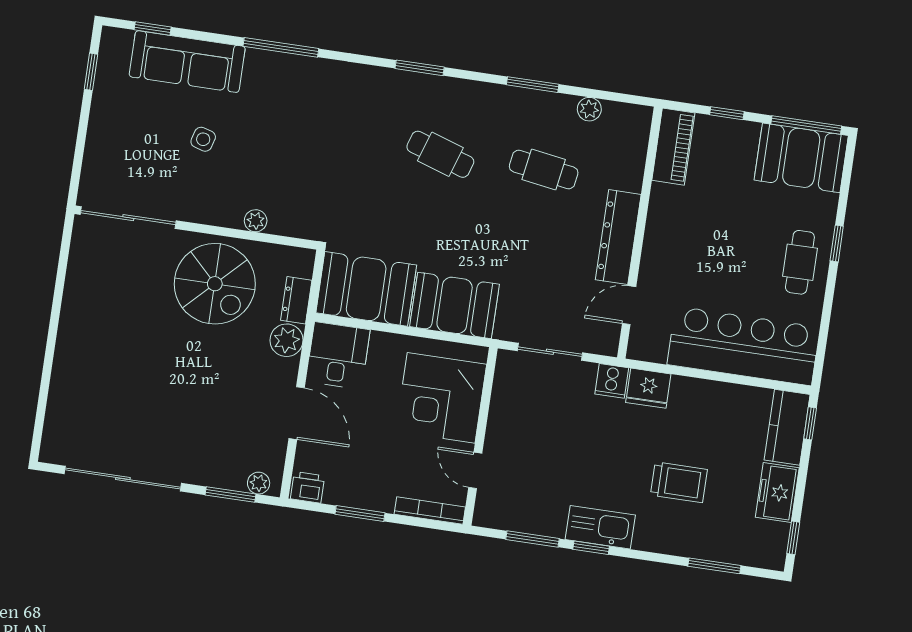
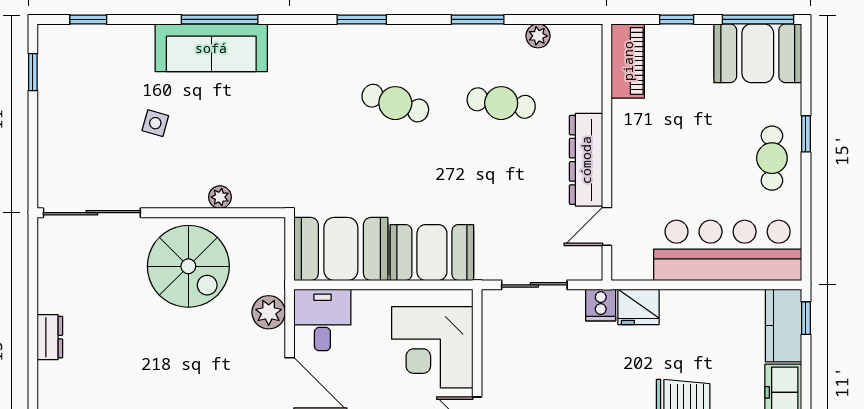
sofa: (187, 62) -> (211, 48), moved
dresser: (296, 300) -> (50, 337), moved, turned 180

